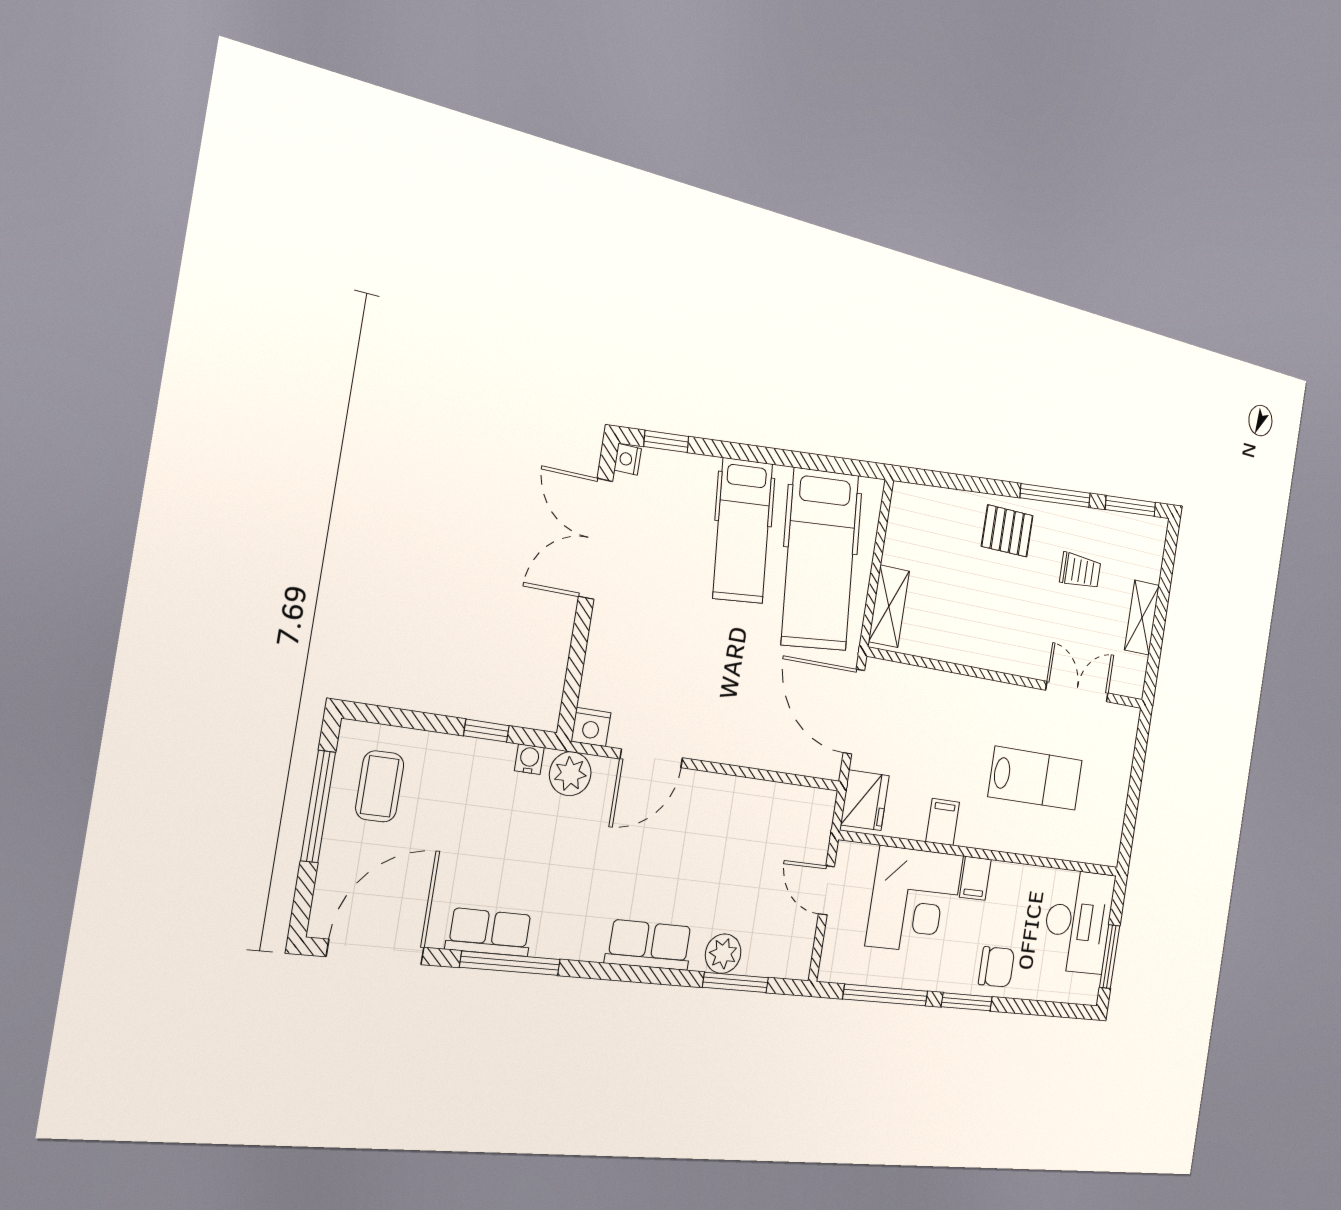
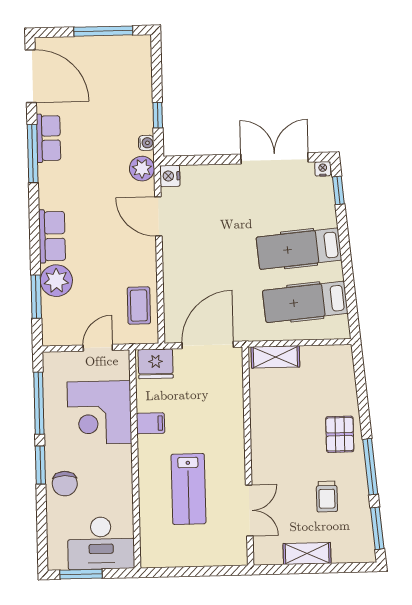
hospital bed: (820, 560) -> (305, 302), width x0.73, depth x0.78
coffee table: (380, 786) -> (139, 306), moved, turned 90
filing cabinet: (975, 878) -> (119, 455), removed
plant: (723, 954) -> (56, 281), width x1.36, depth x1.36

